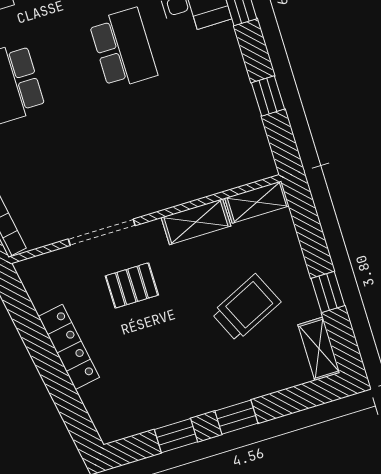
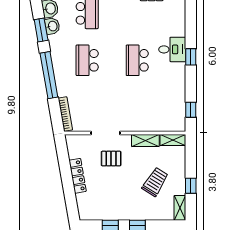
school desk: (123, 48) -> (137, 60), turned 180
window: (268, 96) -> (191, 110), moved
trolley: (246, 308) -> (155, 182), turned -33

